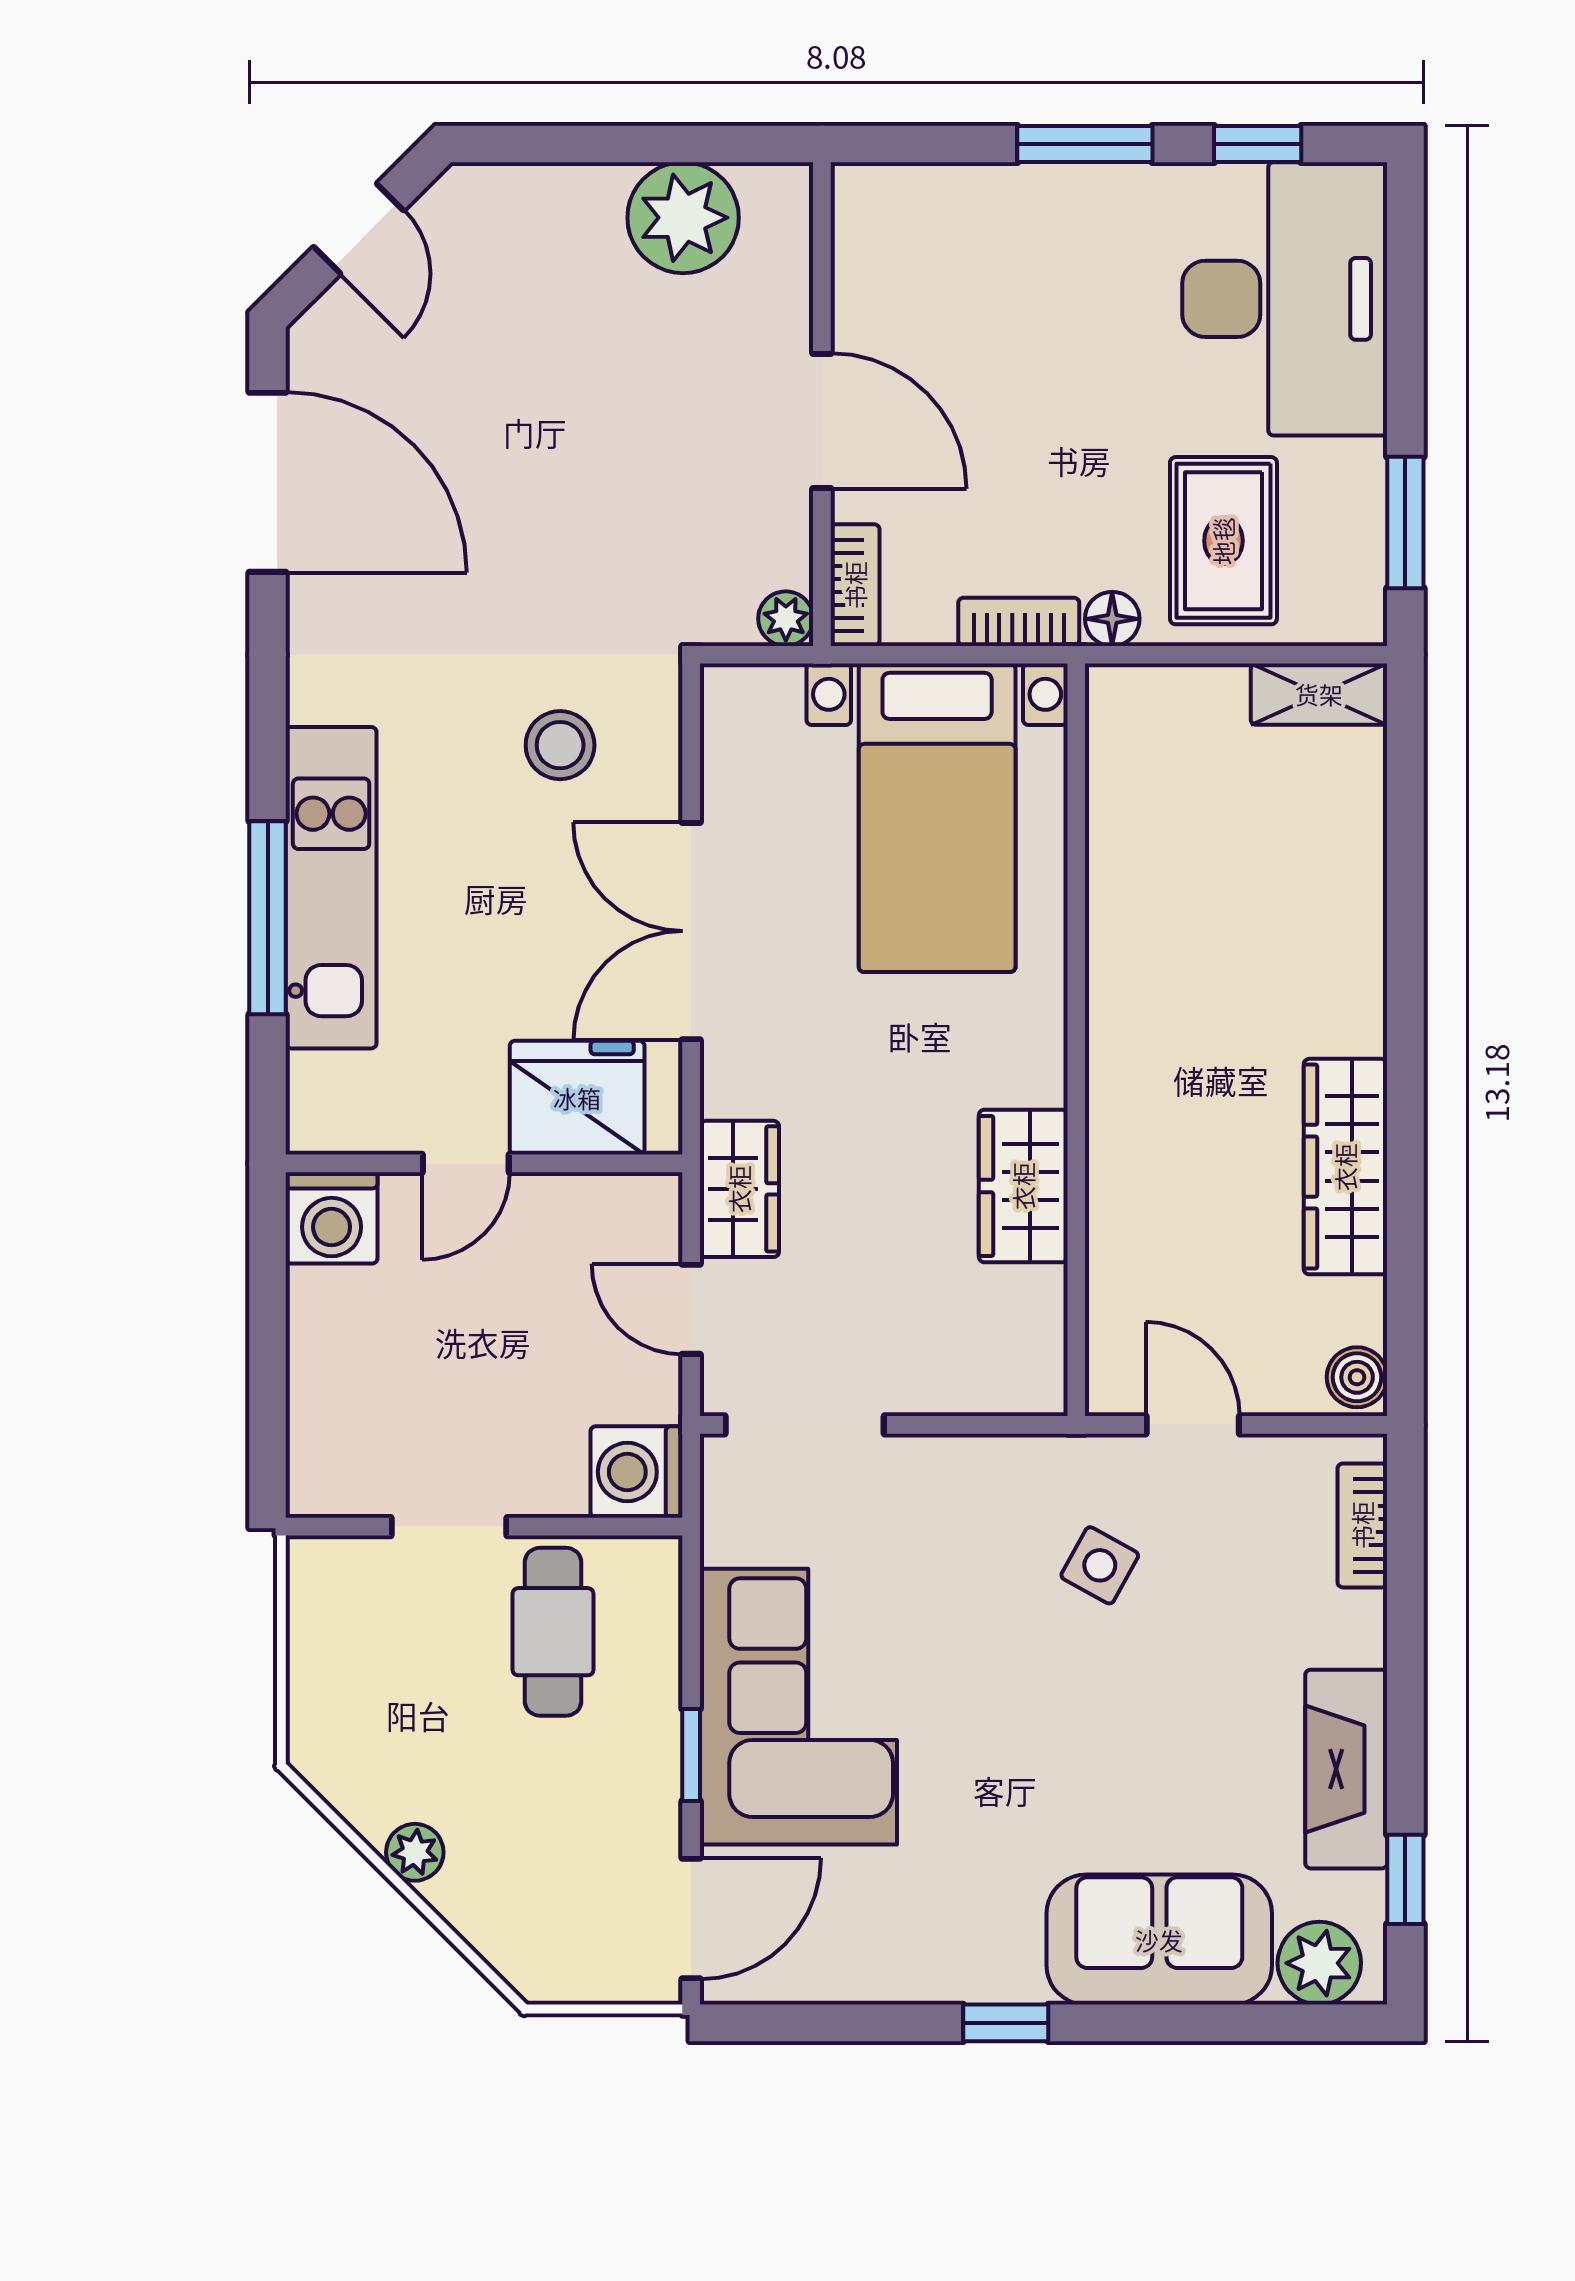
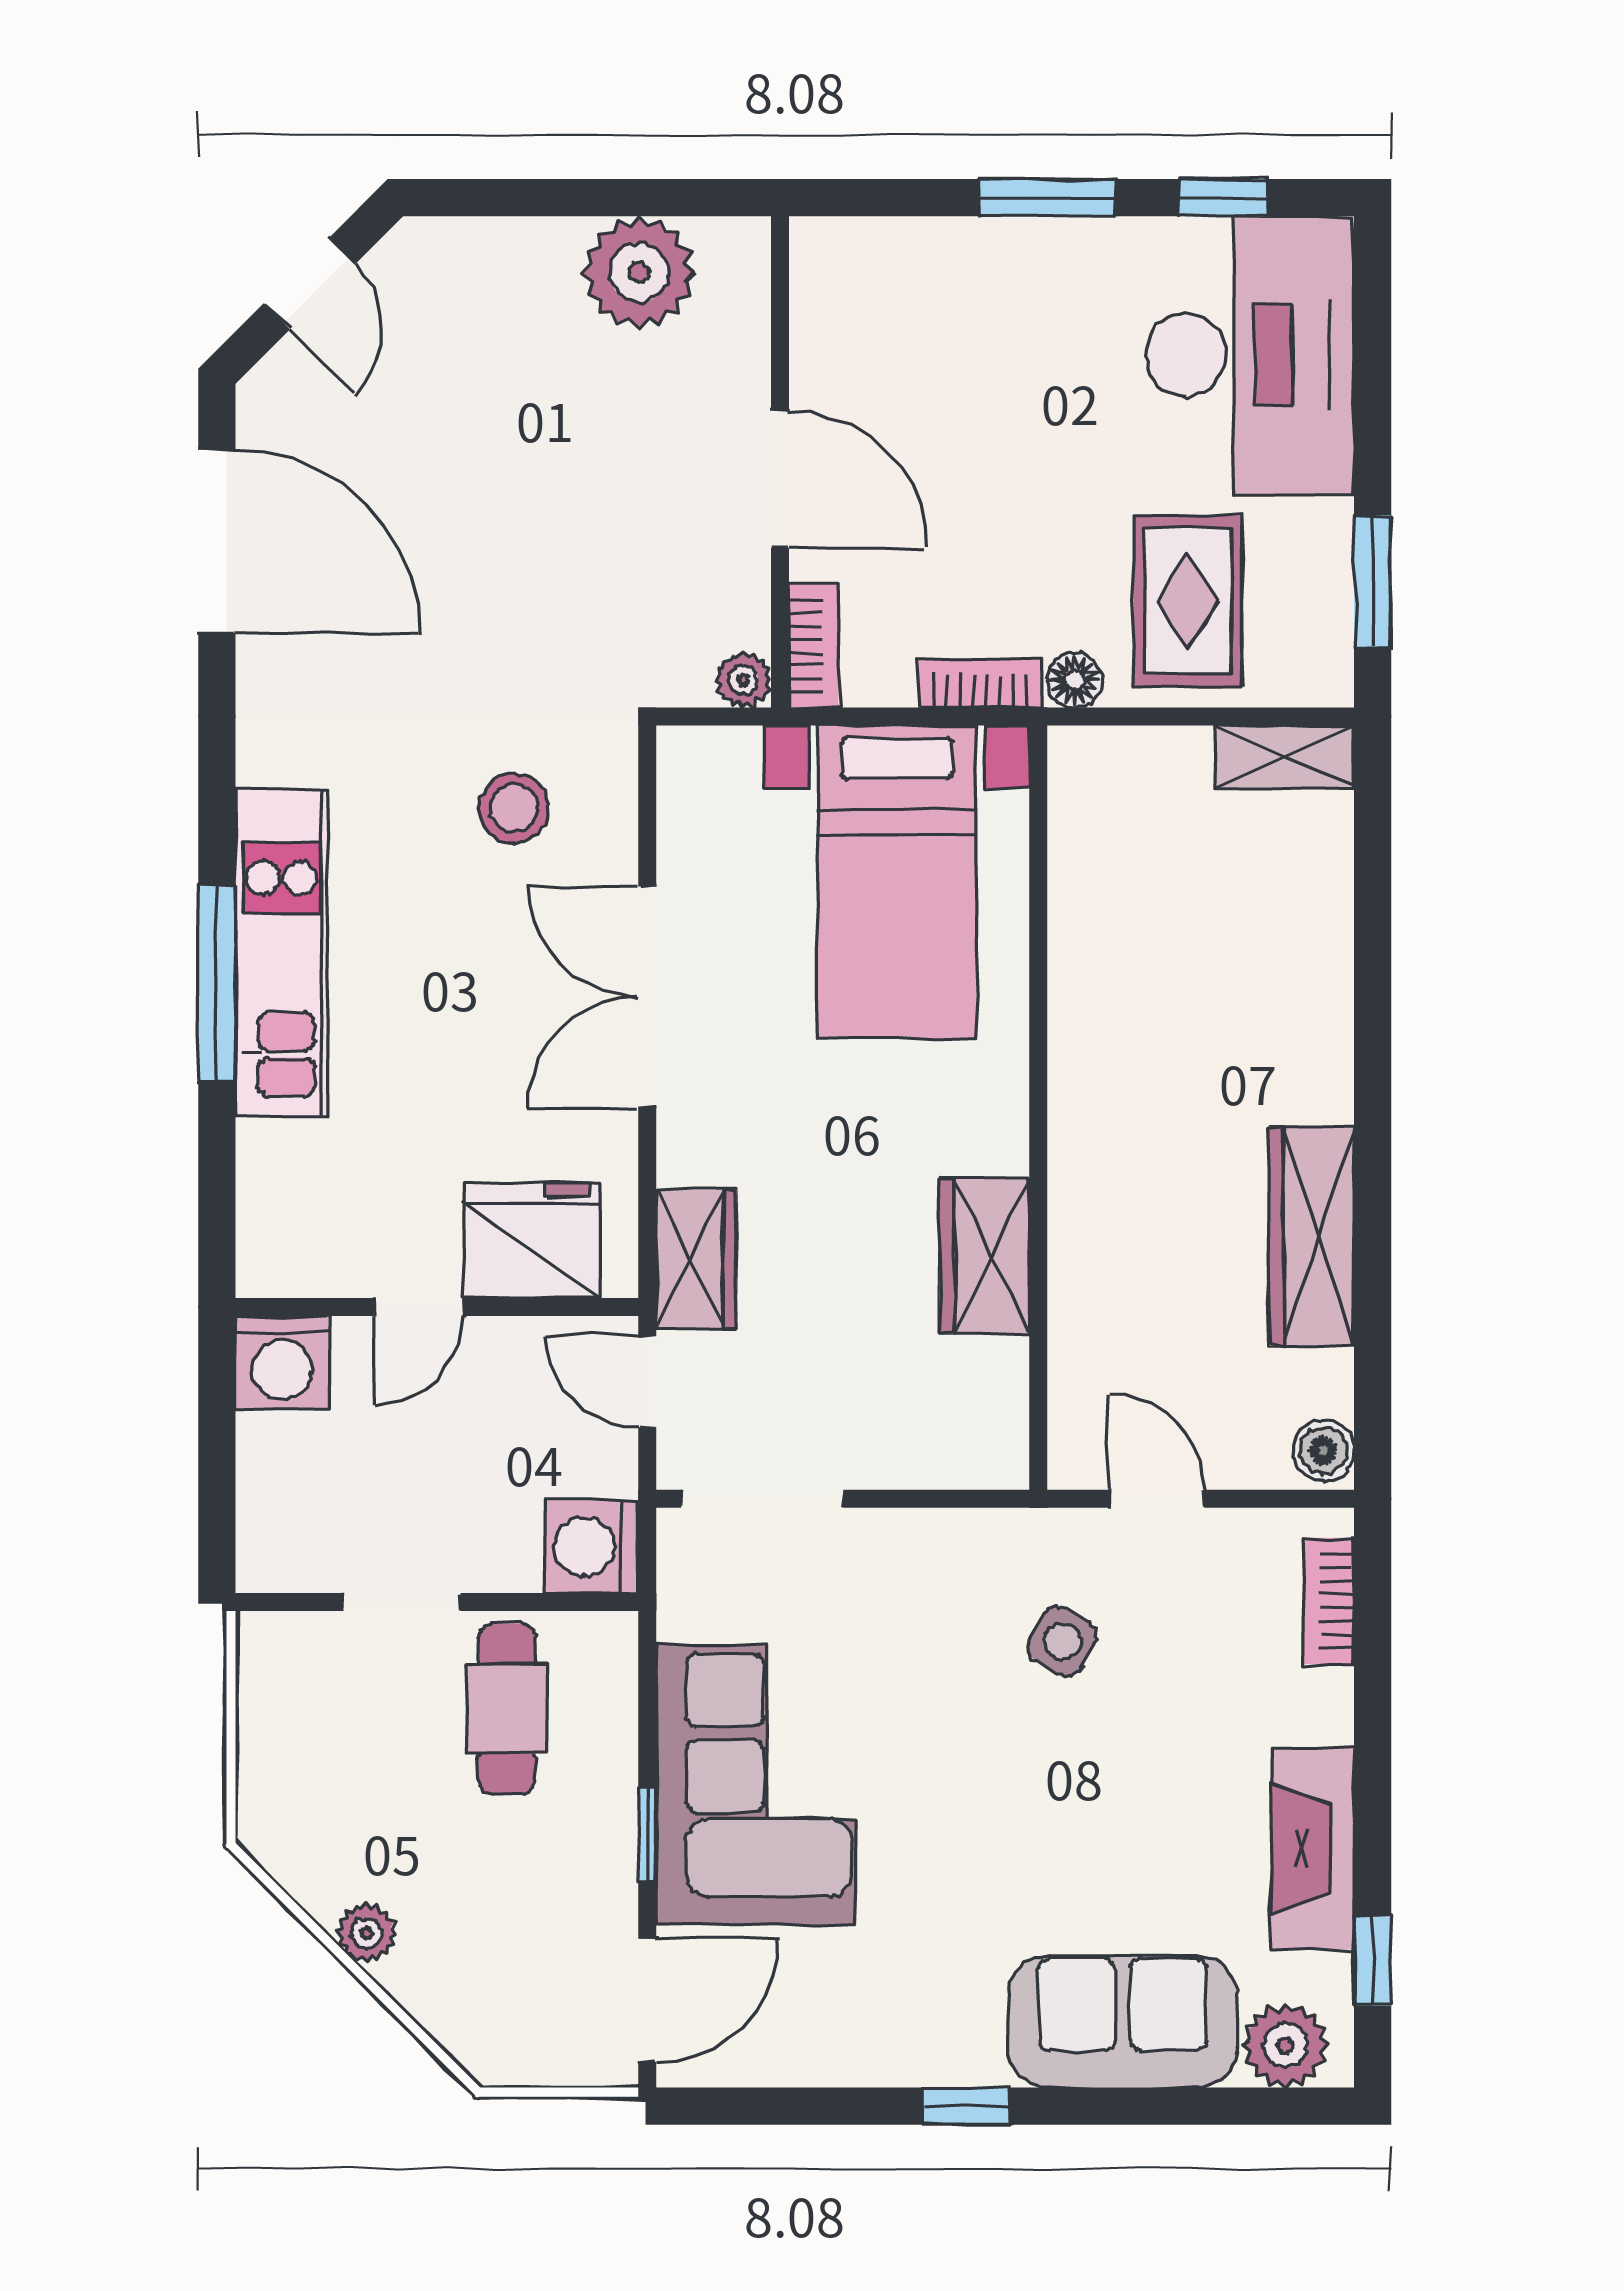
fridge: (577, 1098) -> (531, 1240), moved
door: (466, 1163) -> (418, 1307), moved
wall: (484, 1163) -> (437, 1307), moved
washing machine: (332, 1218) -> (282, 1362), moved

